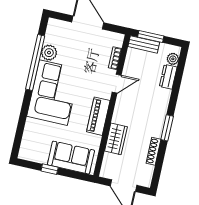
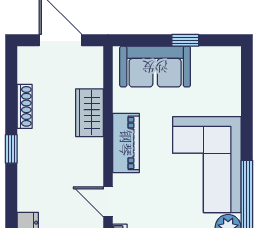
door: (117, 84) -> (108, 202), hinge flipped
window: (167, 128) -> (11, 149), width x0.67

